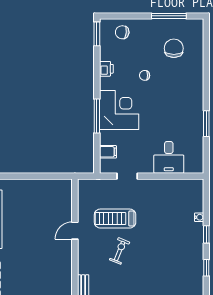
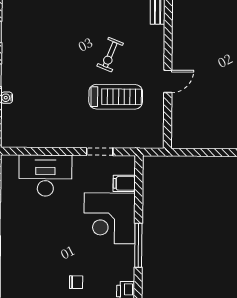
corner desk: (119, 110) -> (110, 218), moved
window: (97, 116) -> (138, 245), moved
desk: (169, 157) -> (45, 176), width x1.37

